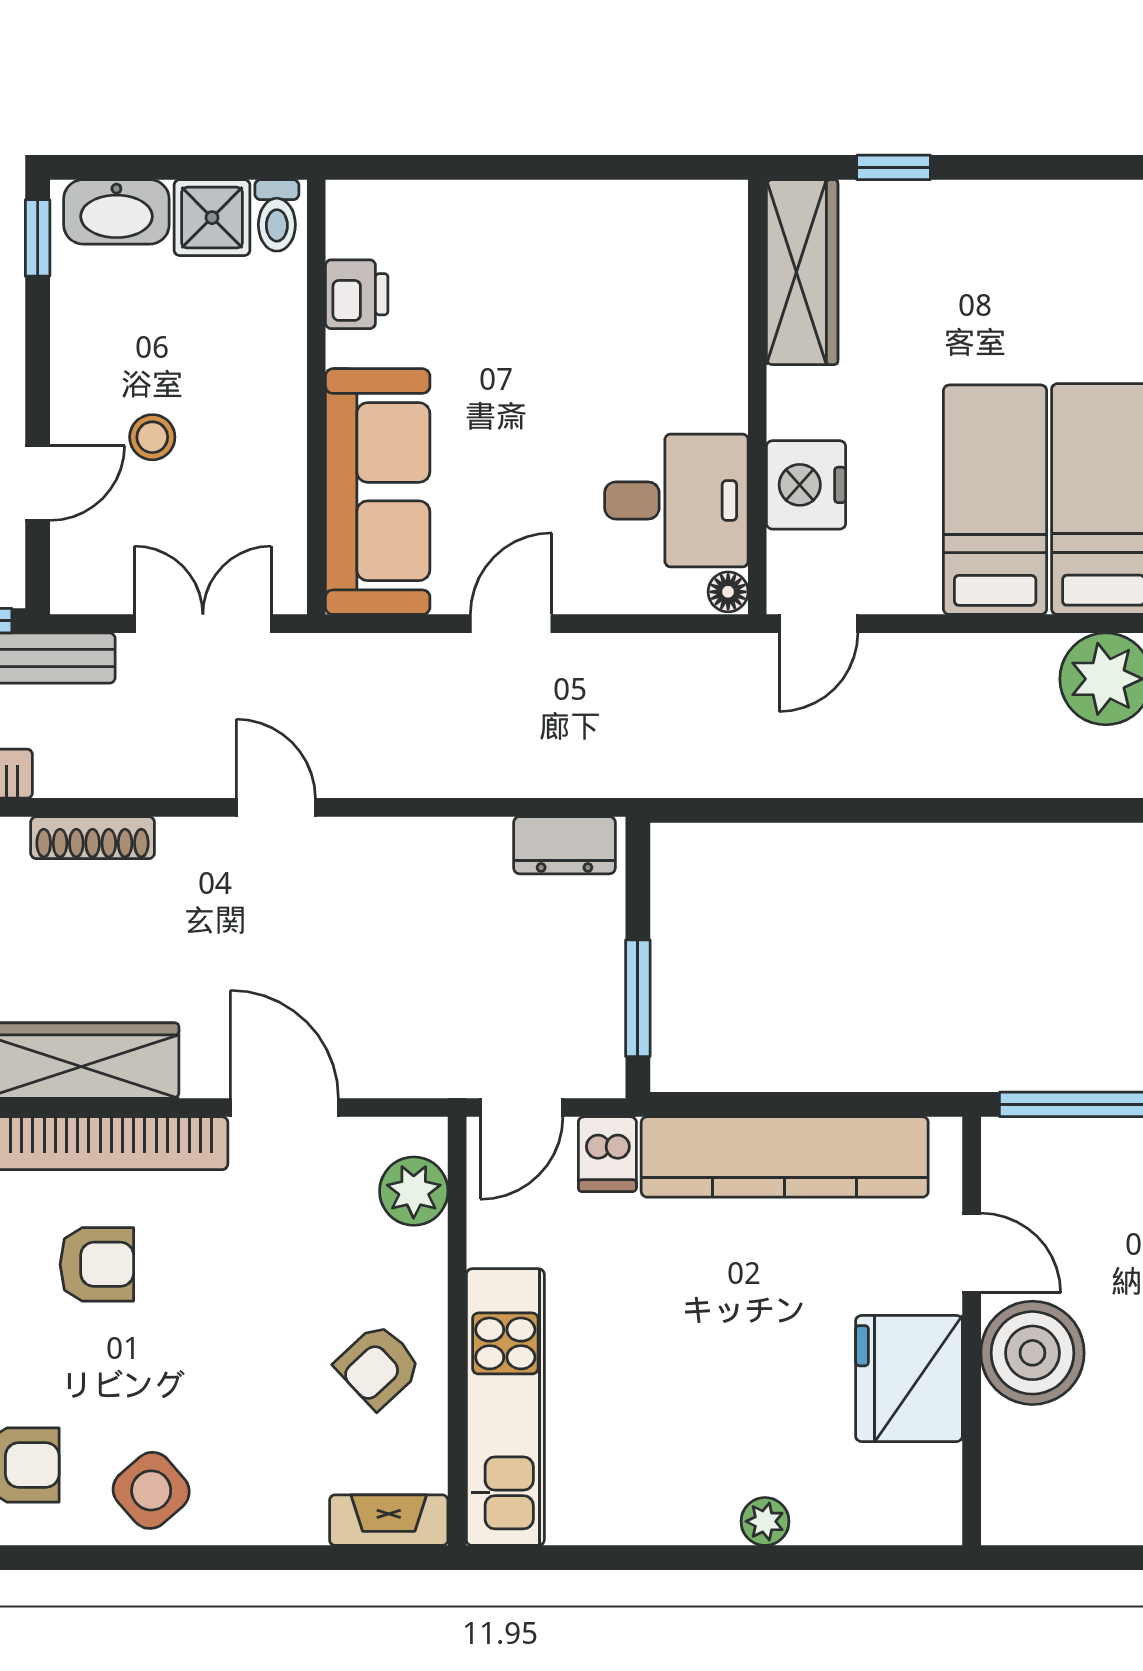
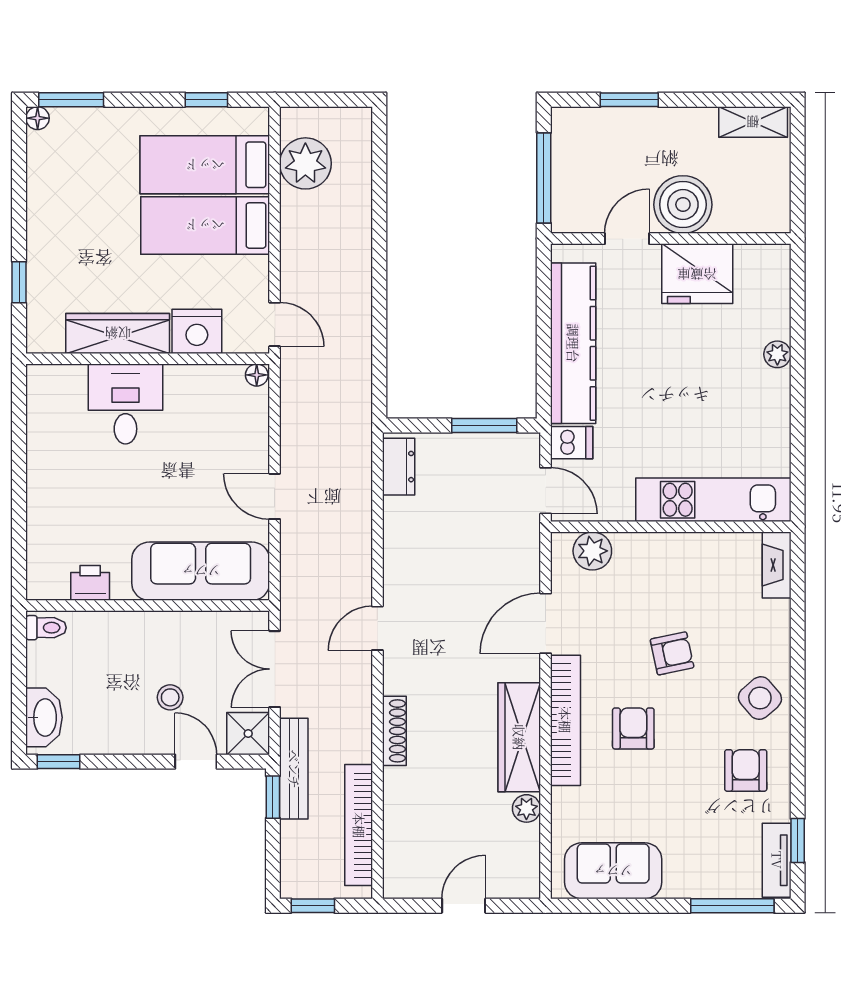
shower: (212, 218) -> (248, 734), moved
wardrobe: (802, 272) -> (118, 333), moved
desk: (676, 500) -> (125, 404), moved
armchair: (378, 1366) -> (672, 653), moved, turned -59

